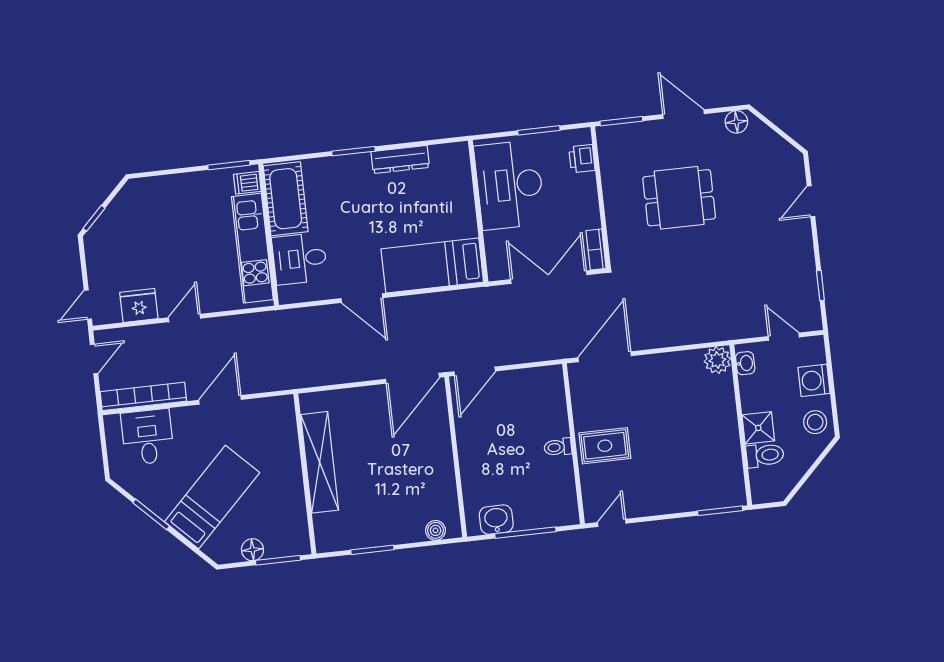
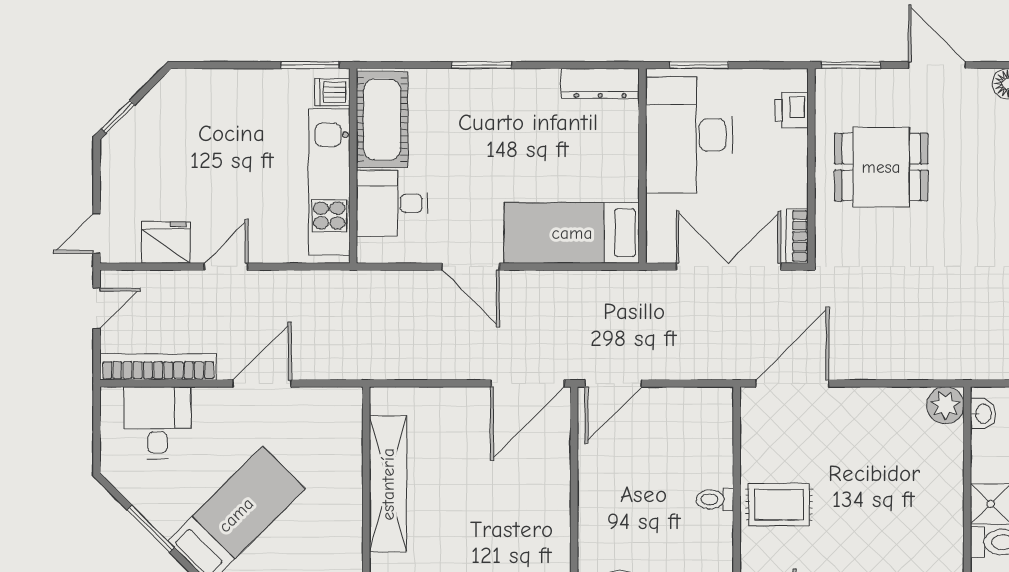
window: (539, 130) -> (699, 65), moved
dresser: (400, 159) -> (600, 84), moved
dining table: (679, 198) -> (881, 167), moved

